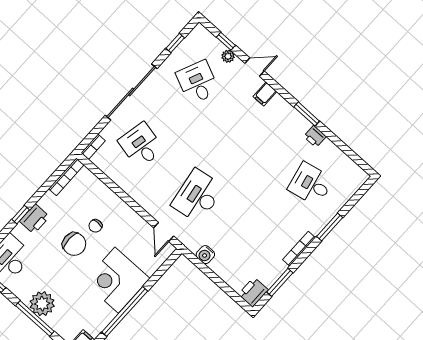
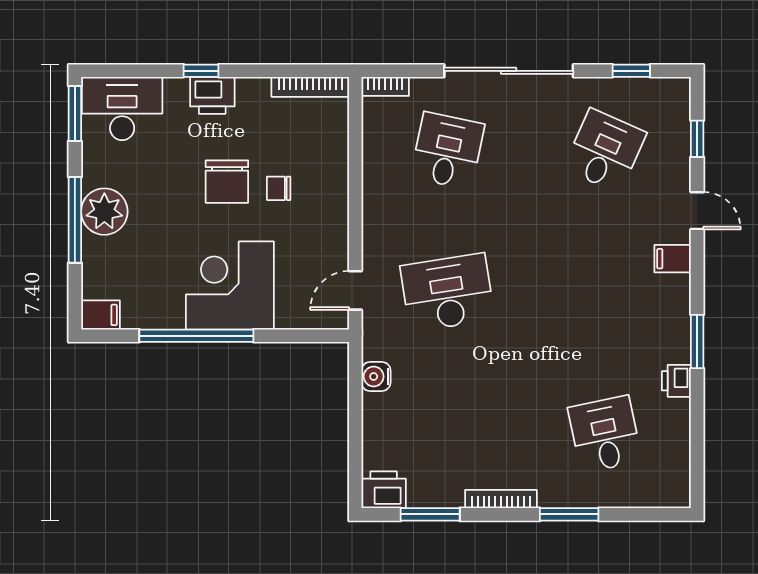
plant: (228, 56) -> (679, 160), removed

